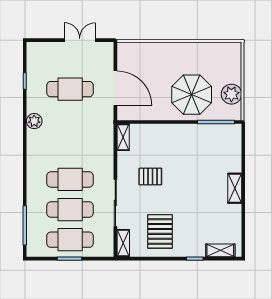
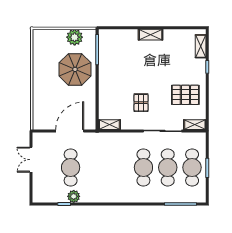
plant: (34, 121) -> (74, 196), moved

